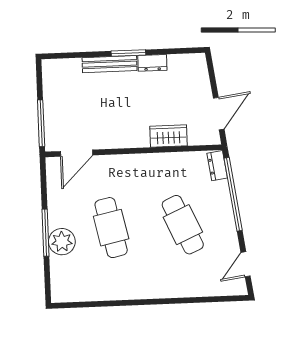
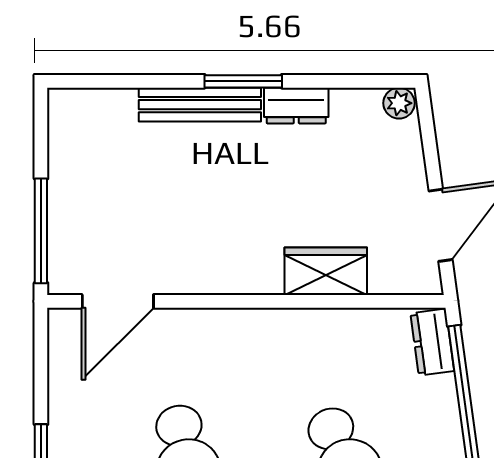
plant: (198, 60) -> (399, 103), added

